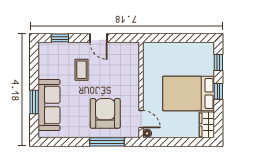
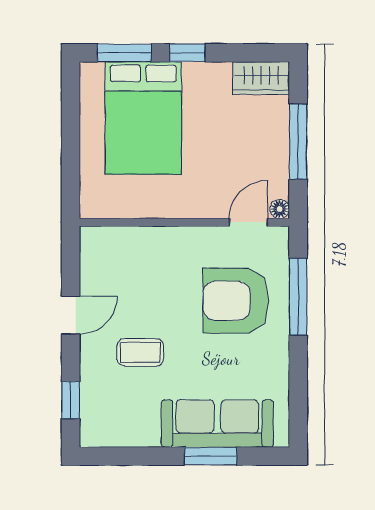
window: (218, 62) -> (124, 53), width x1.50
bed: (189, 94) -> (143, 118), moved
window: (178, 142) -> (298, 142), added

